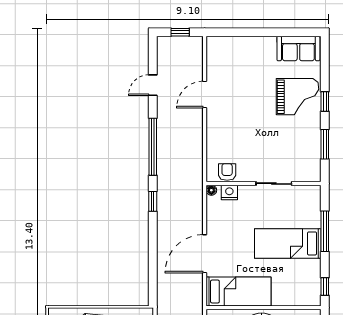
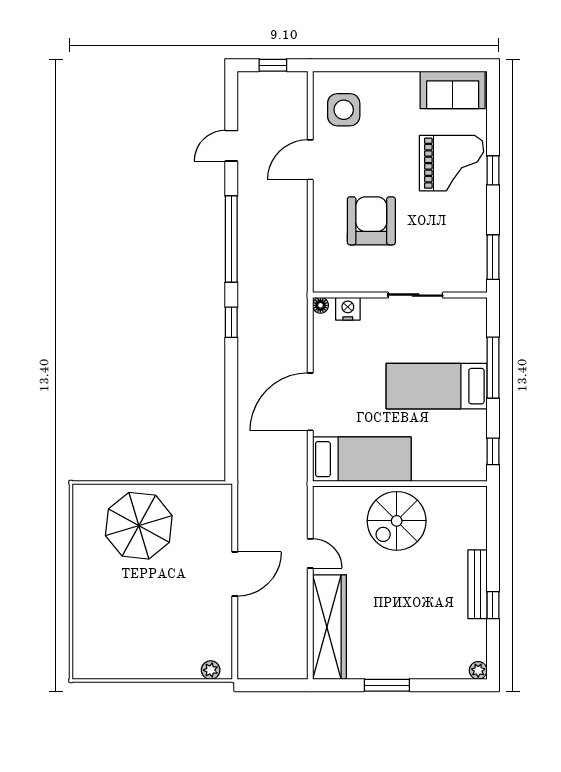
side table: (227, 62) -> (344, 110), added
window: (325, 144) -> (493, 257), moved
armchair: (227, 172) -> (371, 221), moved, width x1.88, depth x1.88

